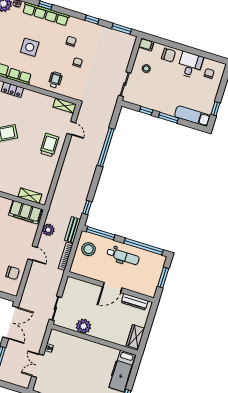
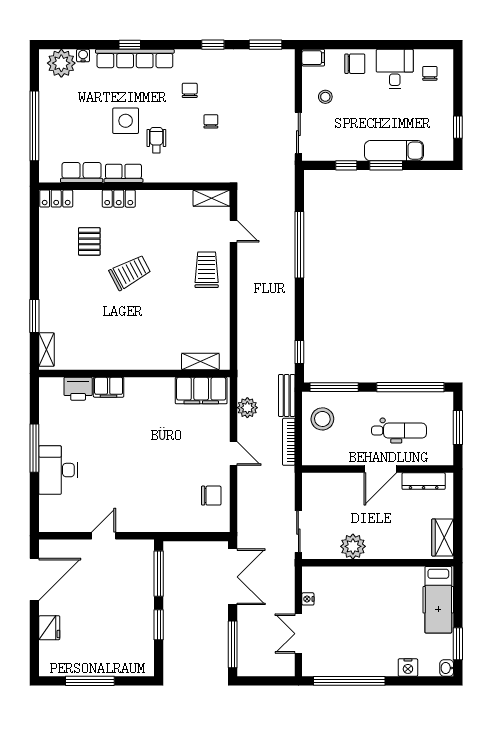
wheelchair: (55, 80) -> (156, 140), moved
exam couch: (192, 116) -> (394, 151), moved
dental chair: (123, 256) -> (399, 431), moved

